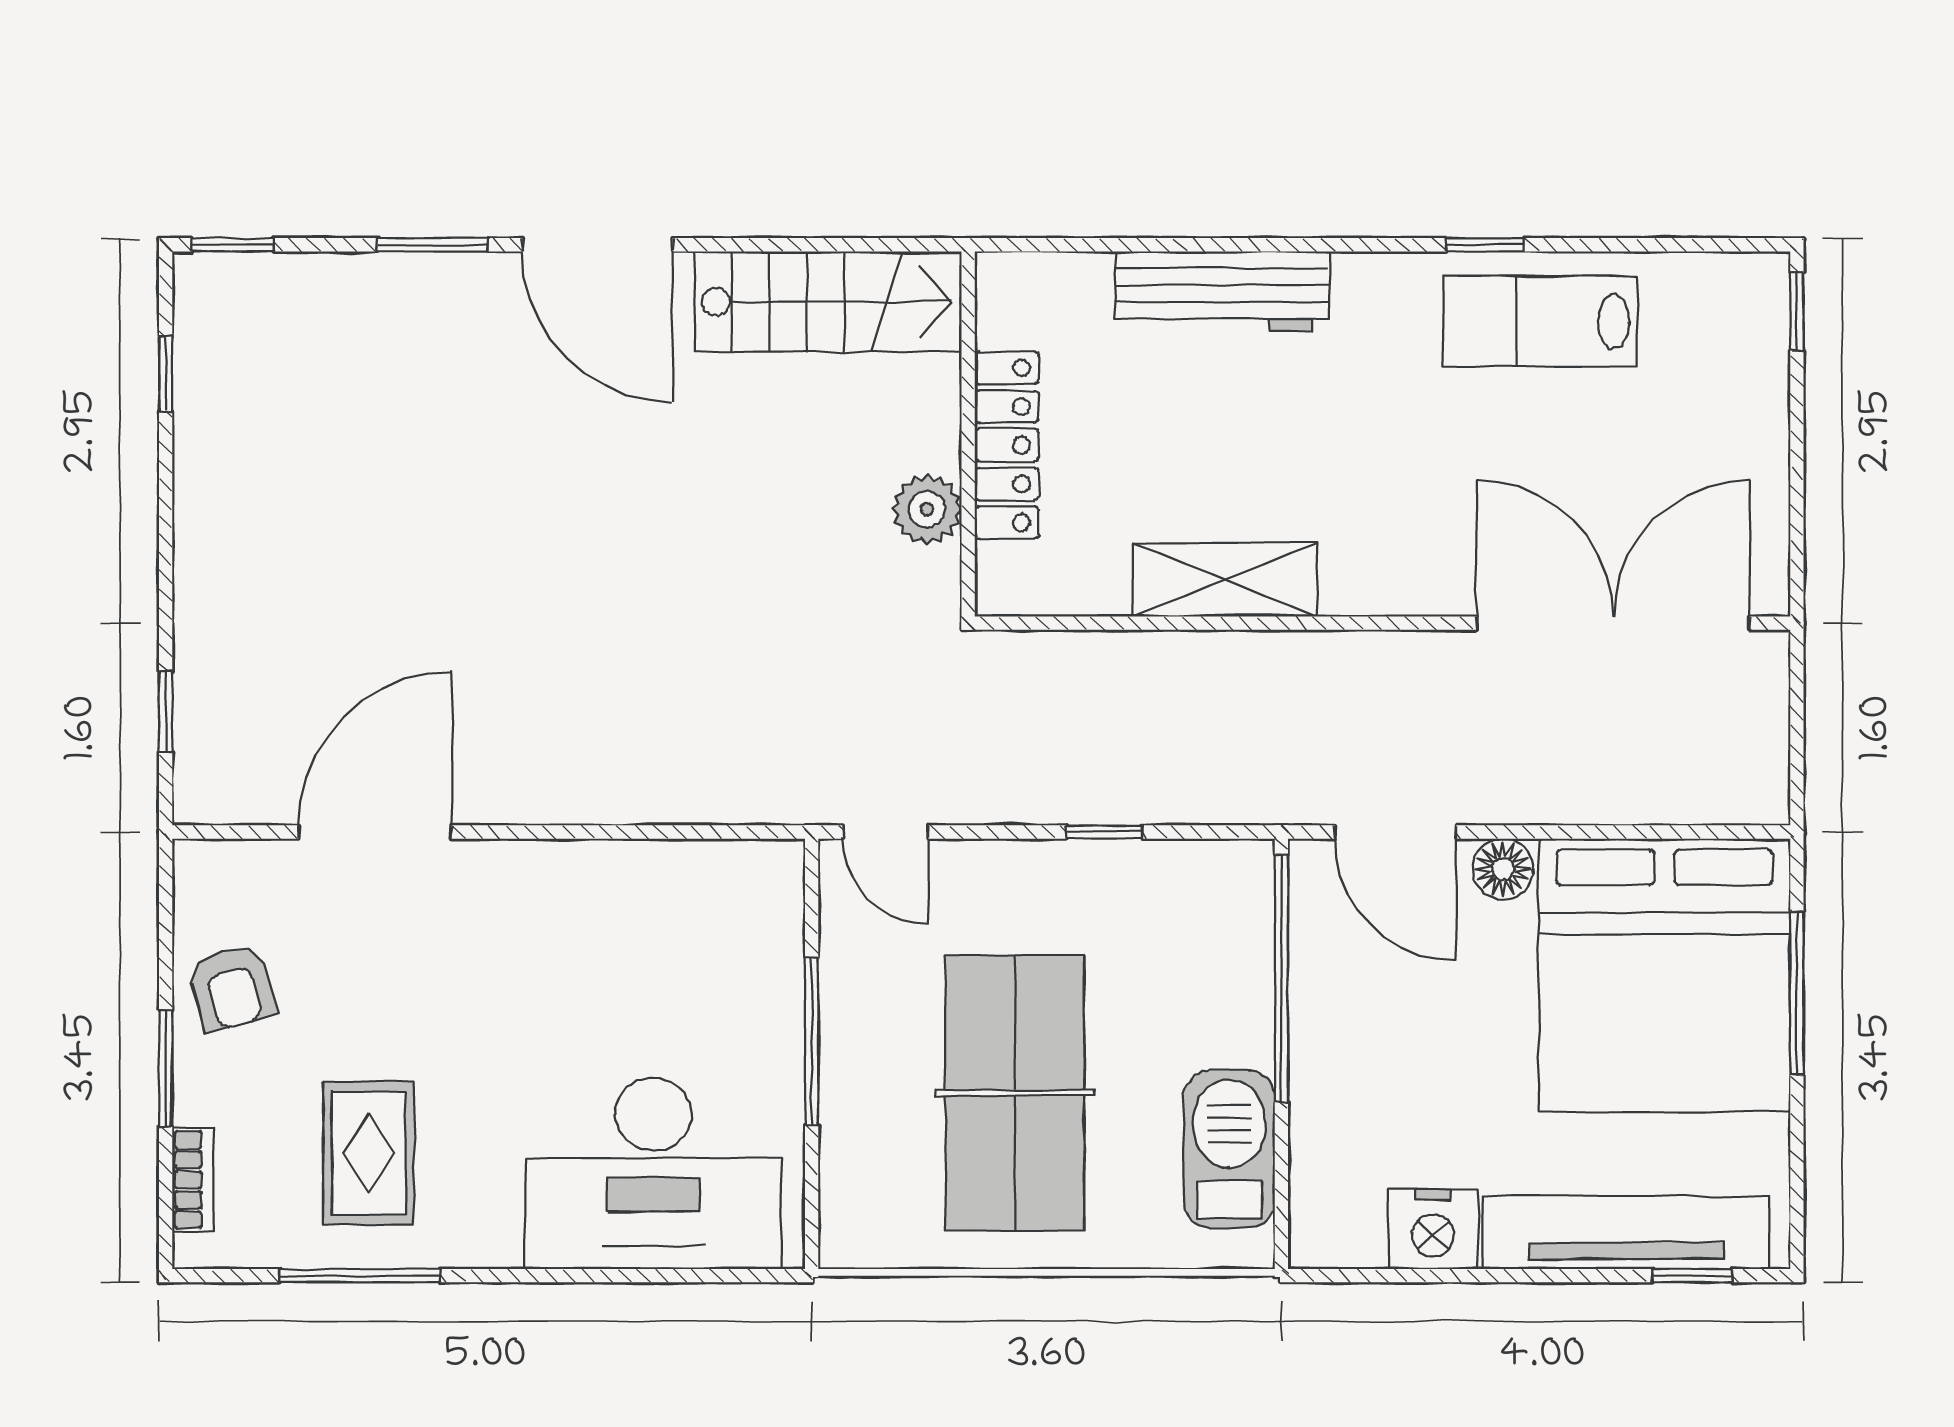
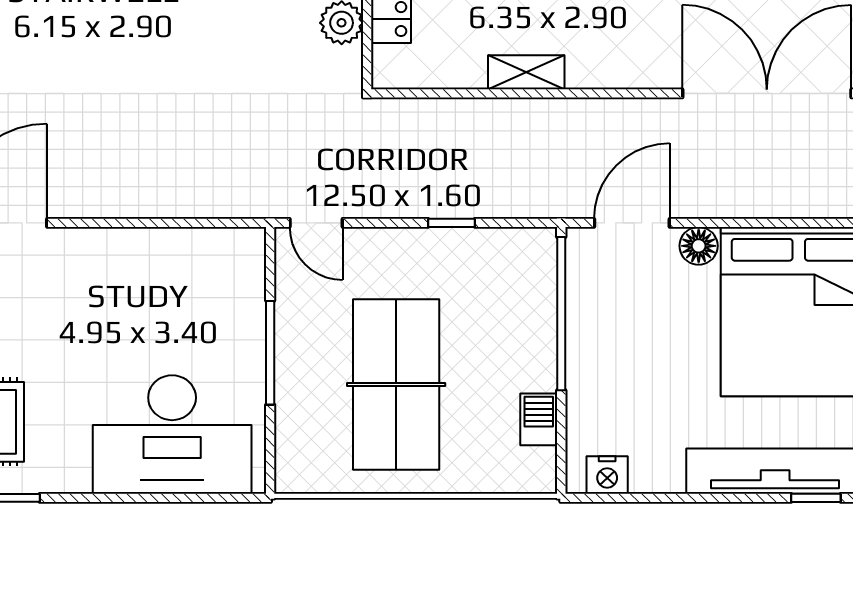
shelving: (1225, 580) -> (526, 72), width x0.67, depth x0.75
door: (1395, 832) -> (632, 223), swing flipped
barbecue: (1229, 1149) -> (539, 419), width x0.53, depth x0.65
nightstand: (1433, 1229) -> (607, 475), moved, width x0.74, depth x0.75

